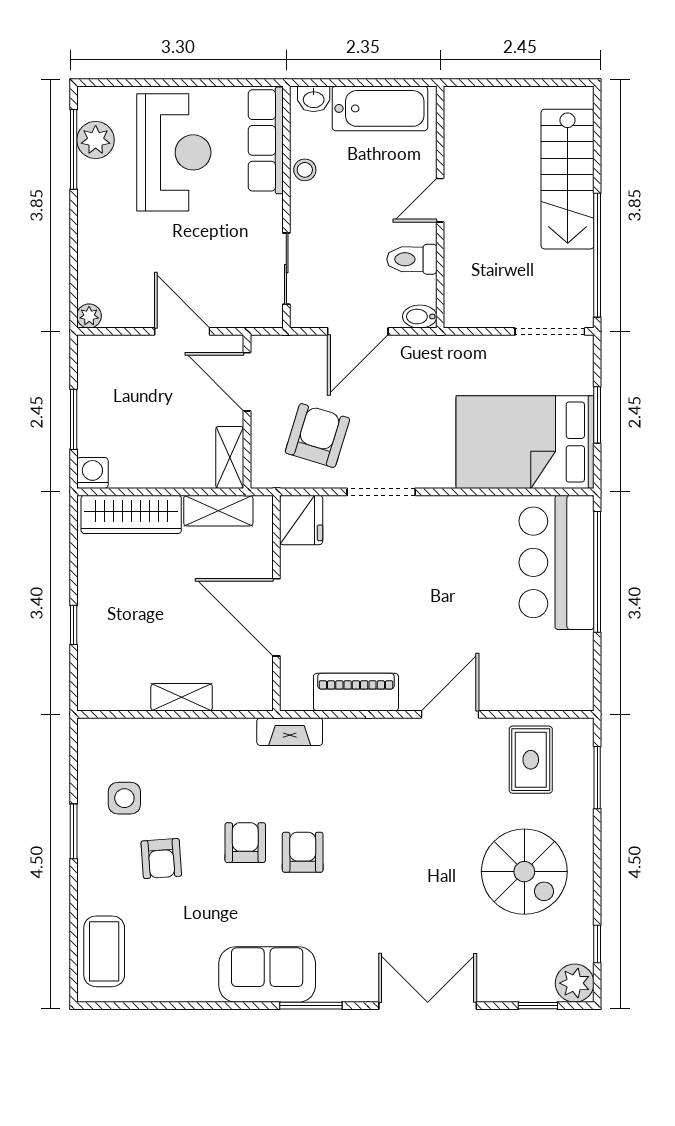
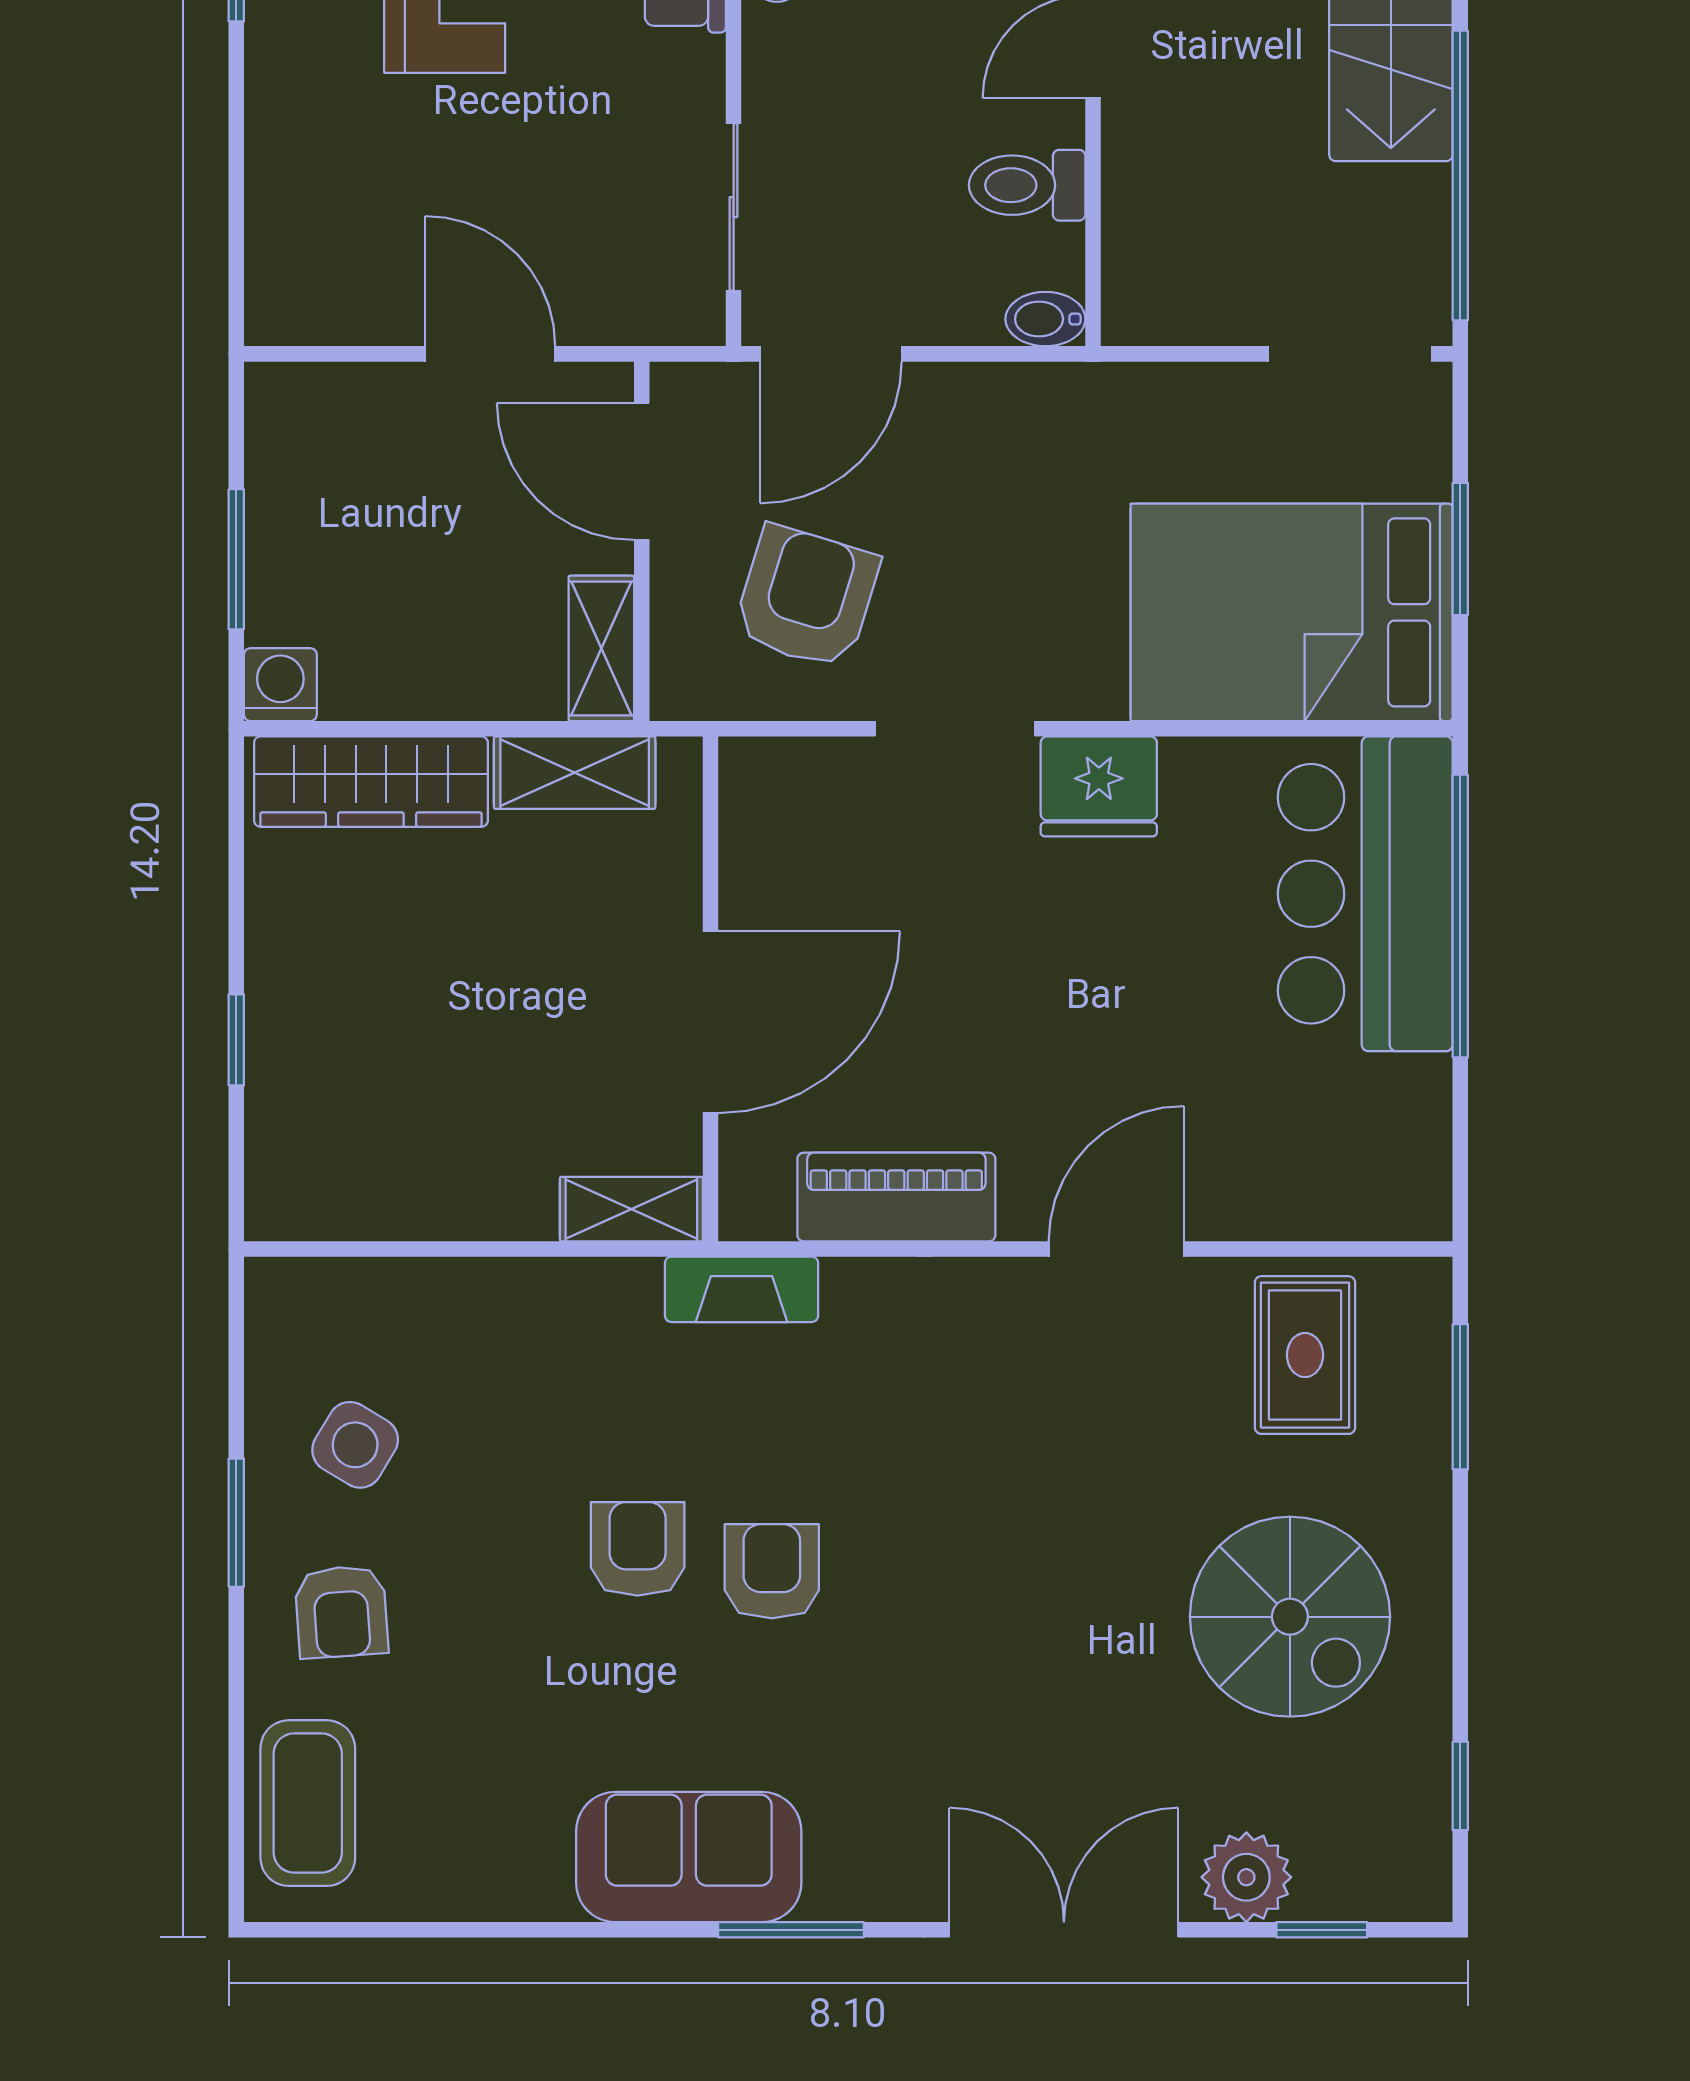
plant: (89, 316) -> (272, 318), removed
door: (358, 331) -> (831, 354), moved
fridge: (301, 520) -> (1099, 786), moved, turned 90
door: (276, 617) -> (711, 1022), swing flipped
shelving: (182, 697) -> (631, 1209), moved
side table: (124, 798) -> (355, 1445), turned 31
armchair: (161, 859) -> (341, 1612), moved
plant: (575, 983) -> (1246, 1877), moved

